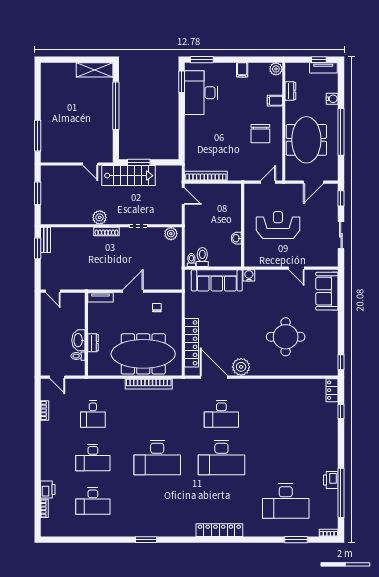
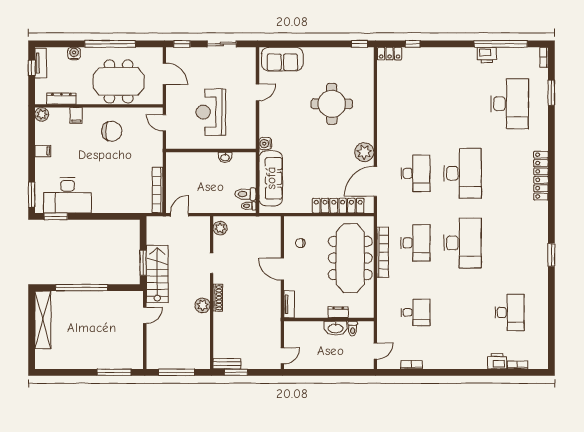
shelving: (95, 70) -> (43, 320), width x1.47
dresser: (290, 91) -> (61, 99), width x1.44
window: (38, 193) -> (176, 372), width x1.44
desk: (93, 458) -> (415, 243), moved

